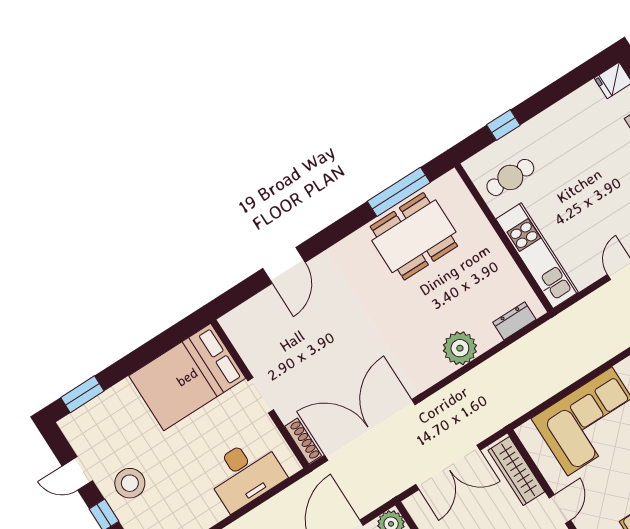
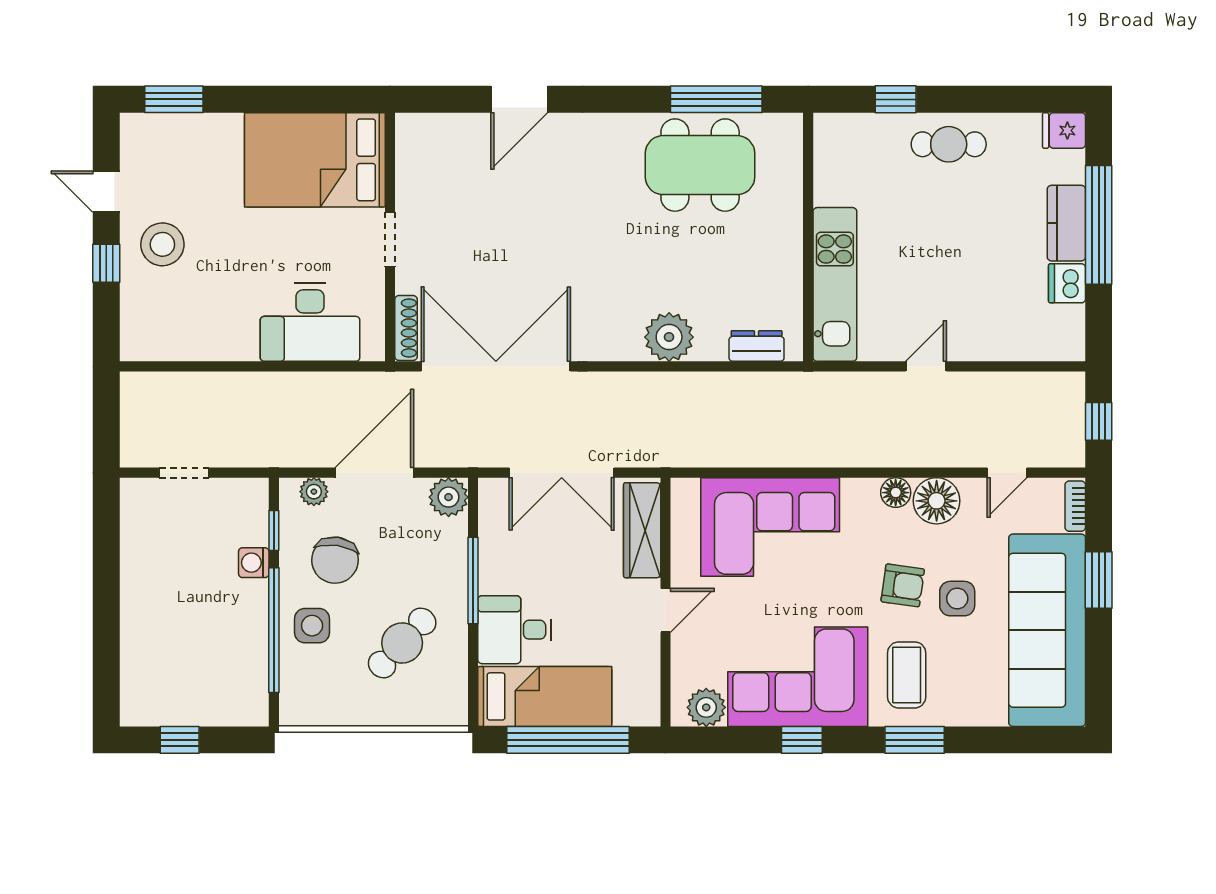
cafe table: (510, 177) -> (949, 144), moved

